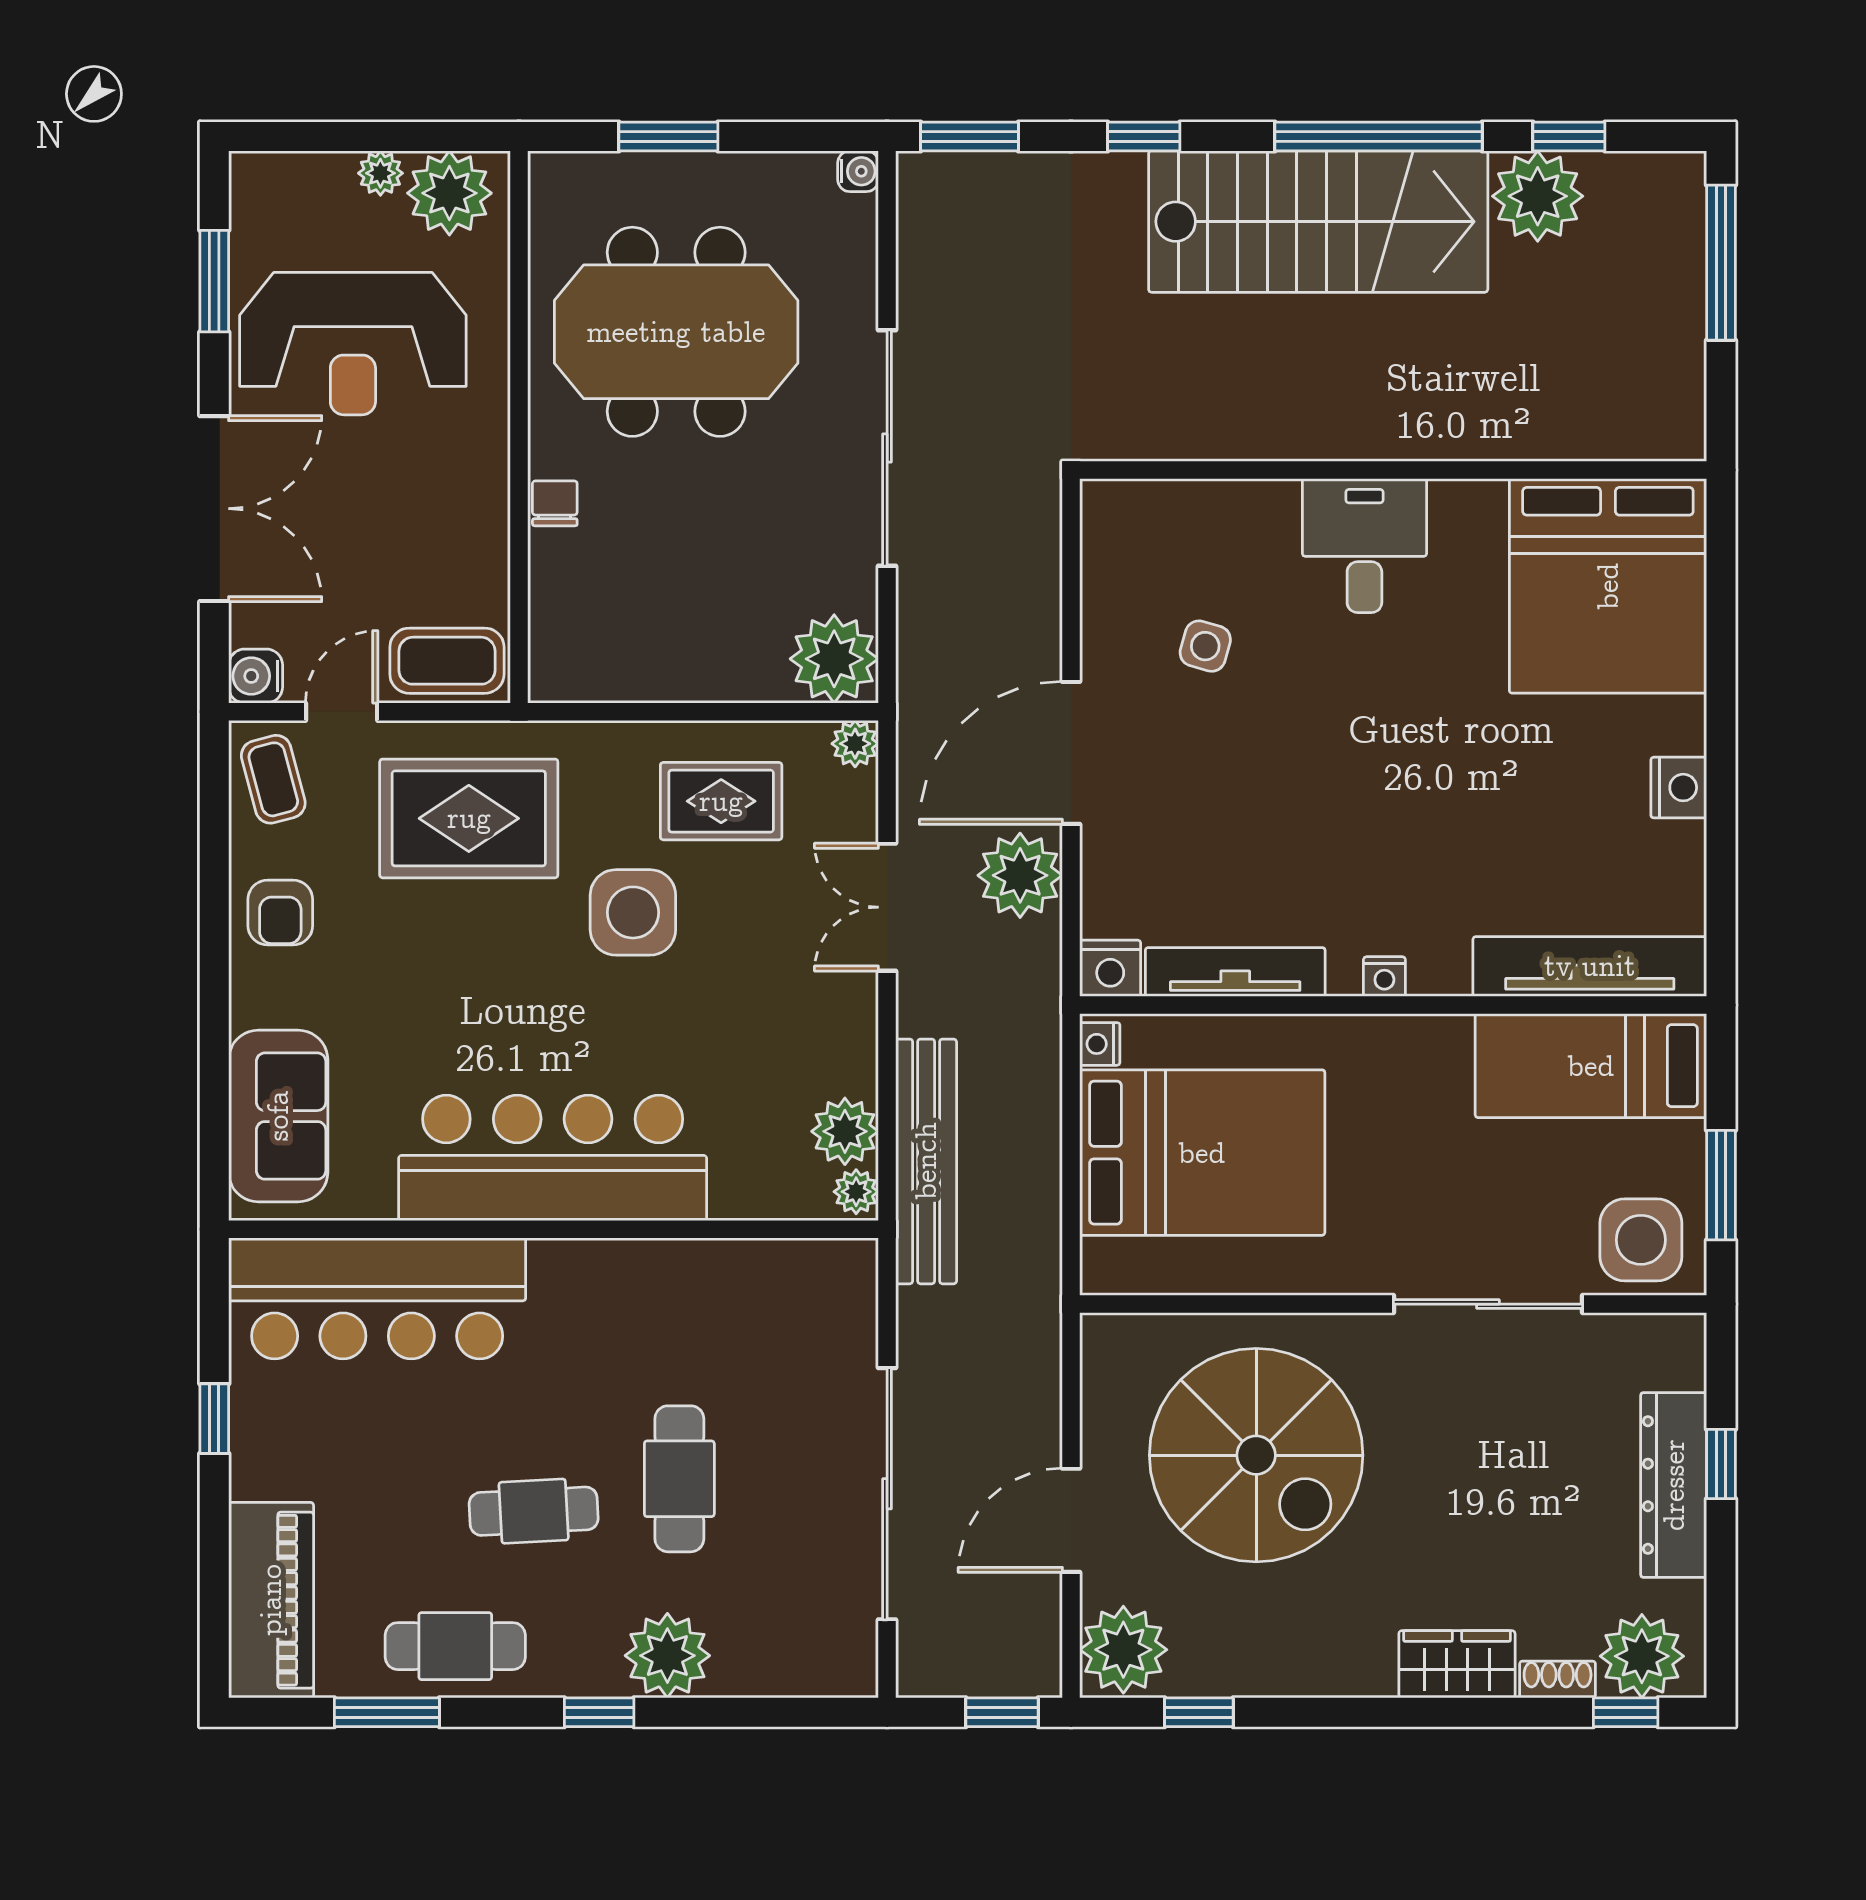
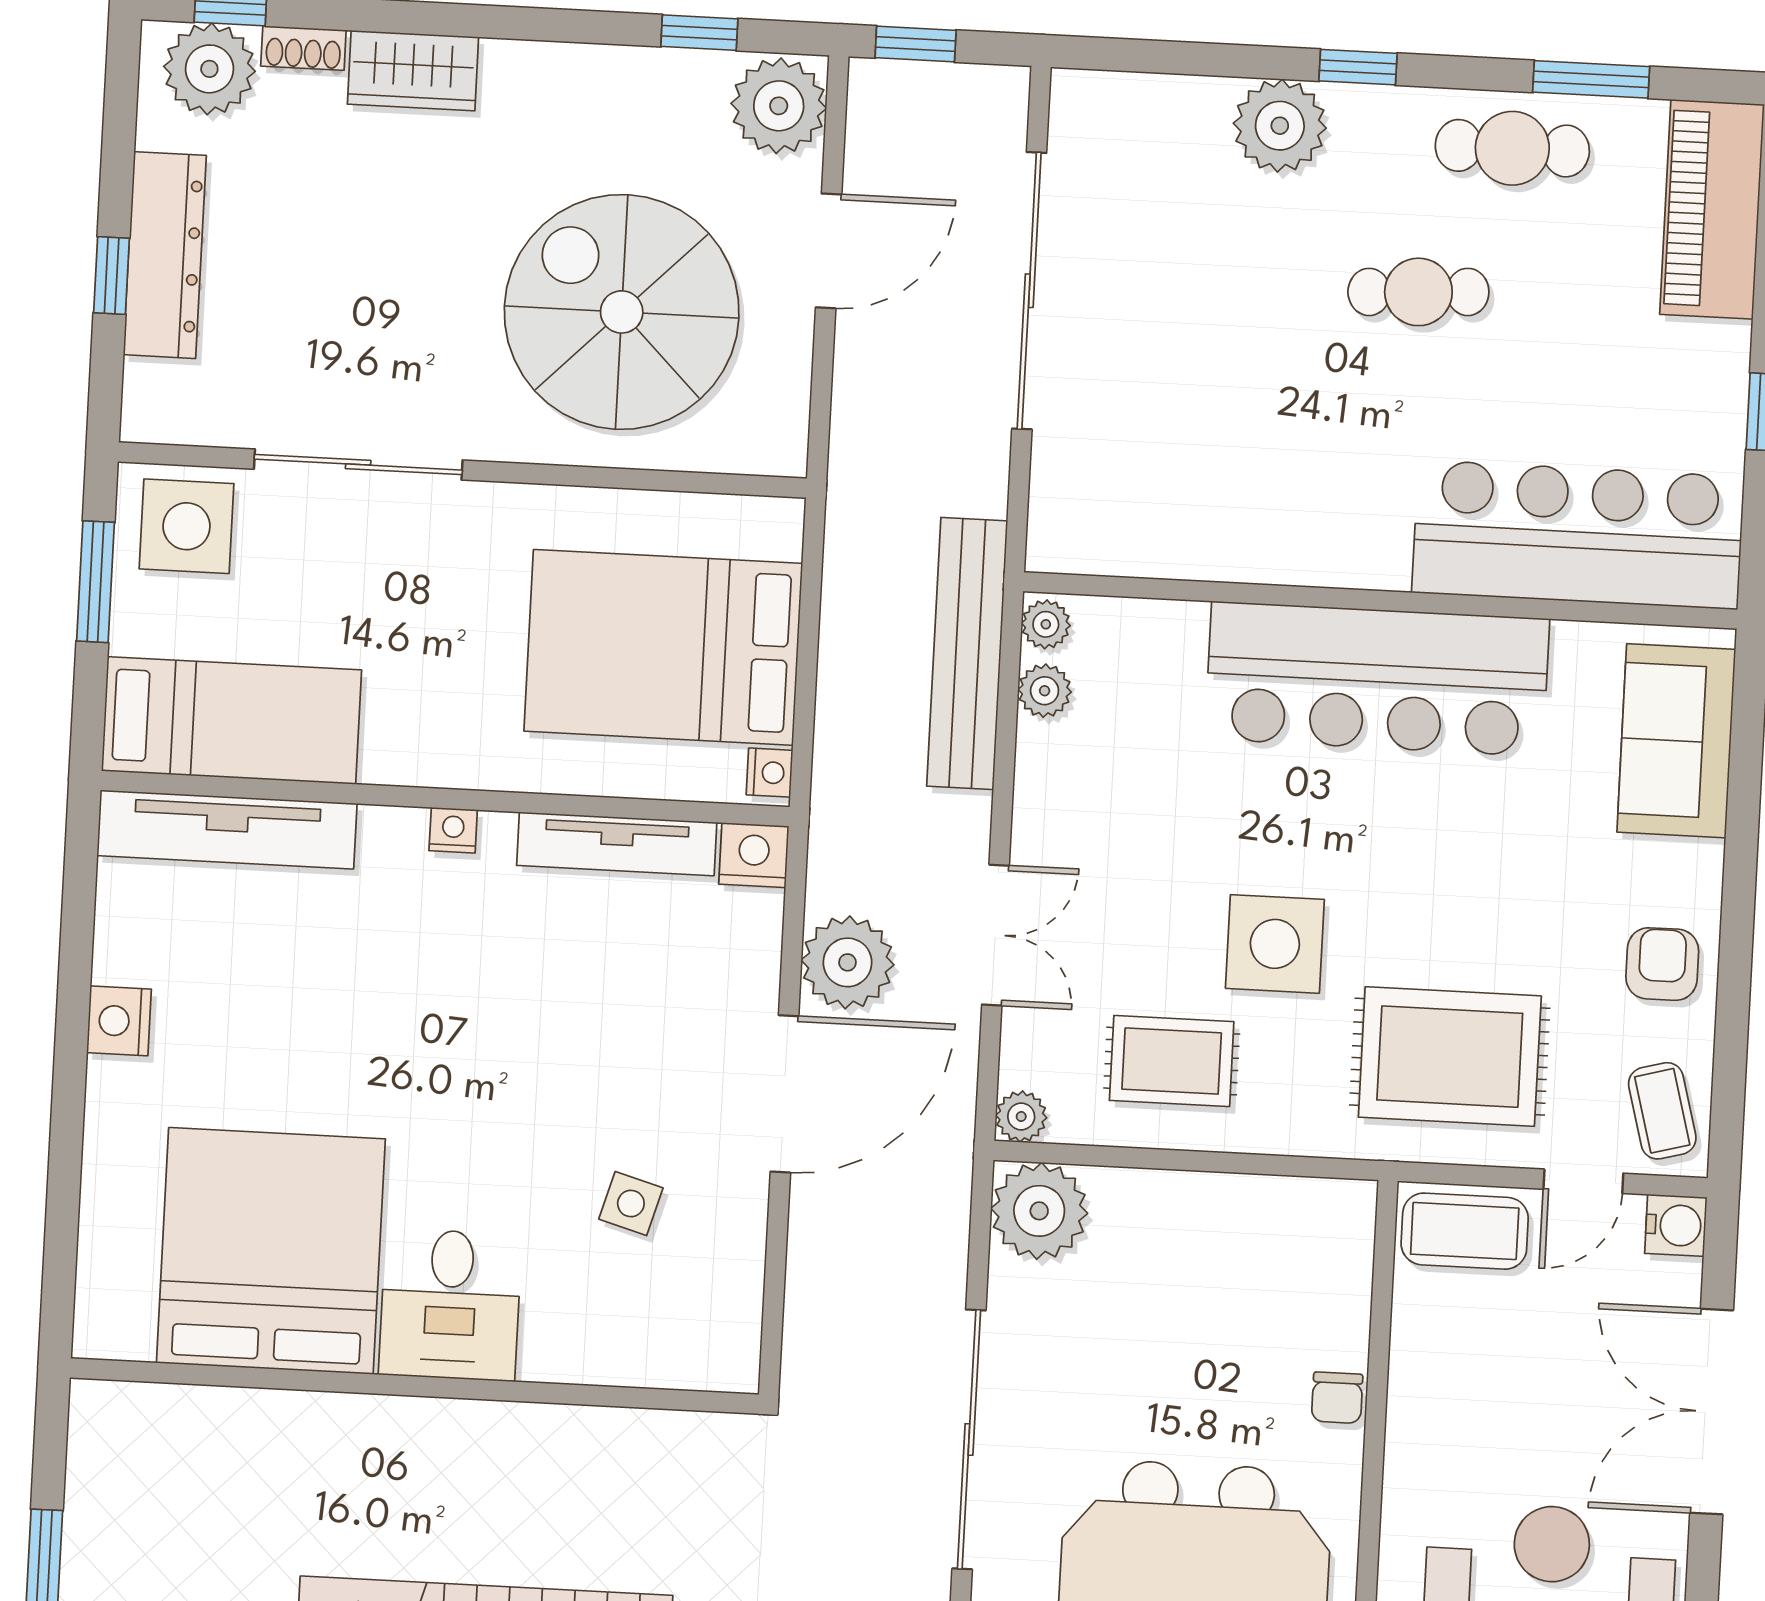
bed: (1608, 586) -> (271, 1251), moved
plant: (845, 1131) -> (1045, 691), width x0.73, depth x0.73
cafe table: (679, 1479) -> (1257, 319), removed

